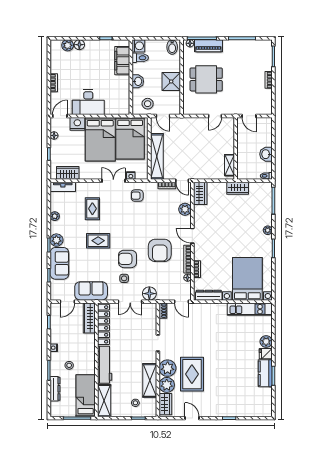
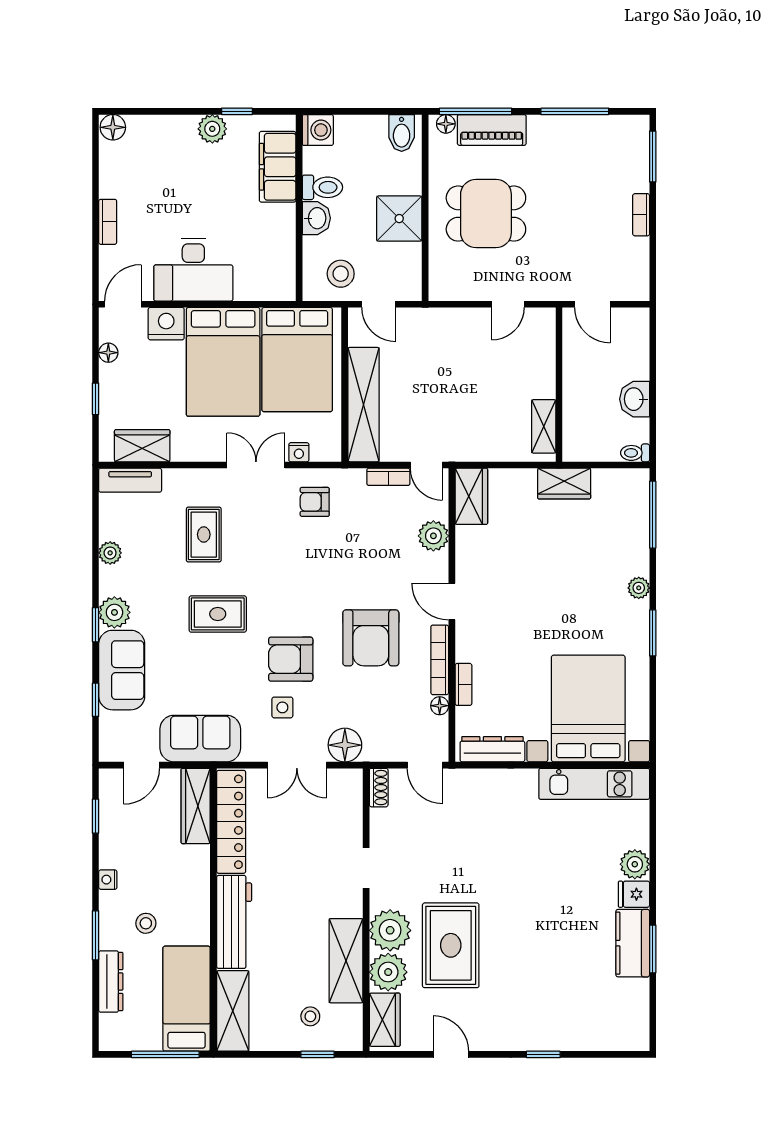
plant: (68, 45) -> (212, 129), moved
floor lamp: (79, 45) -> (113, 127), moved
toilet: (140, 58) -> (322, 187), moved

